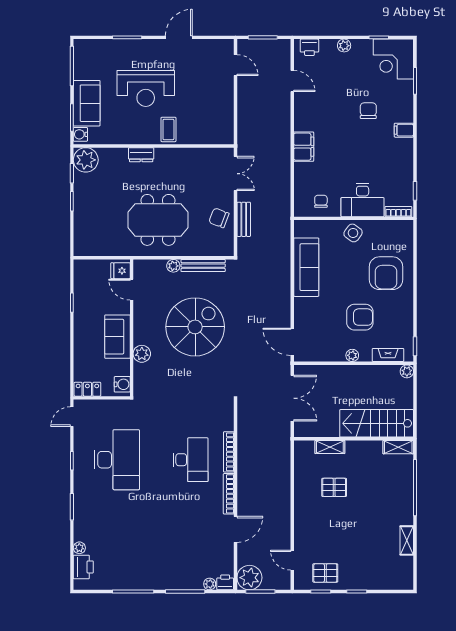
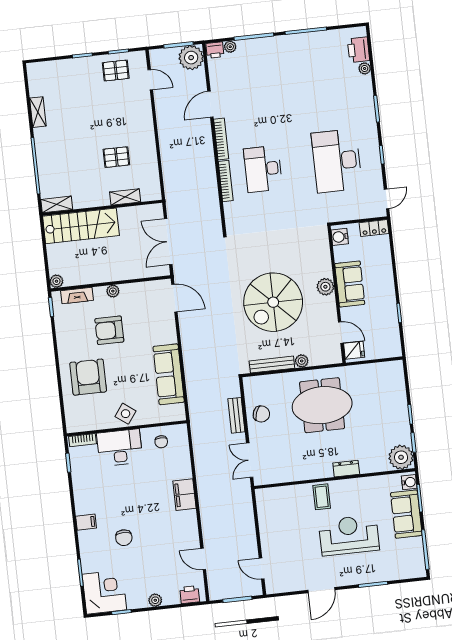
plant: (142, 354) -> (325, 287), moved

